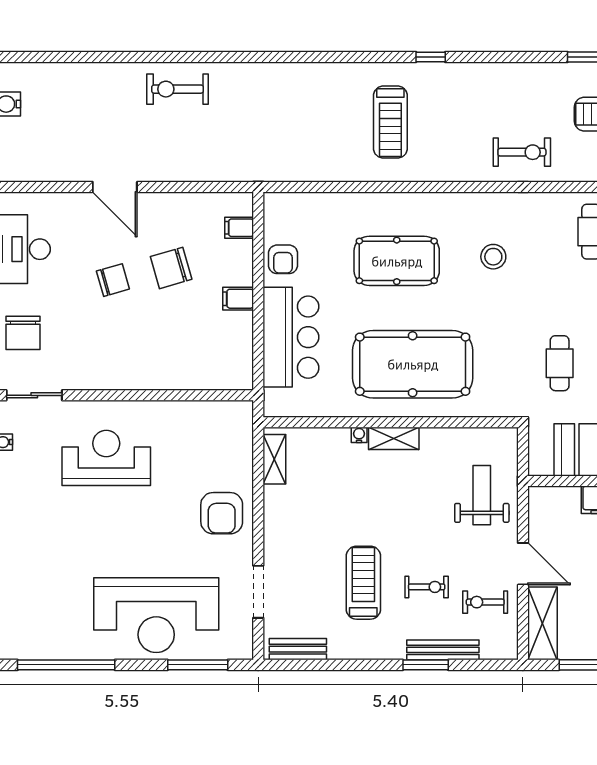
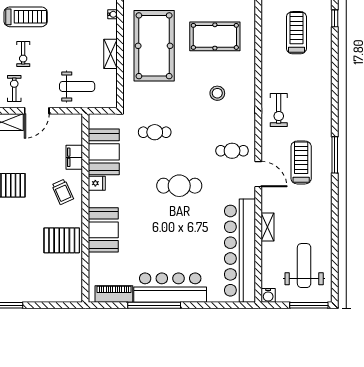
window: (431, 57) -> (335, 18), moved
treadmill: (390, 122) -> (296, 33), turned 90
pool table: (397, 261) -> (215, 36), turned 90
shelving: (394, 438) -> (110, 54), moved

